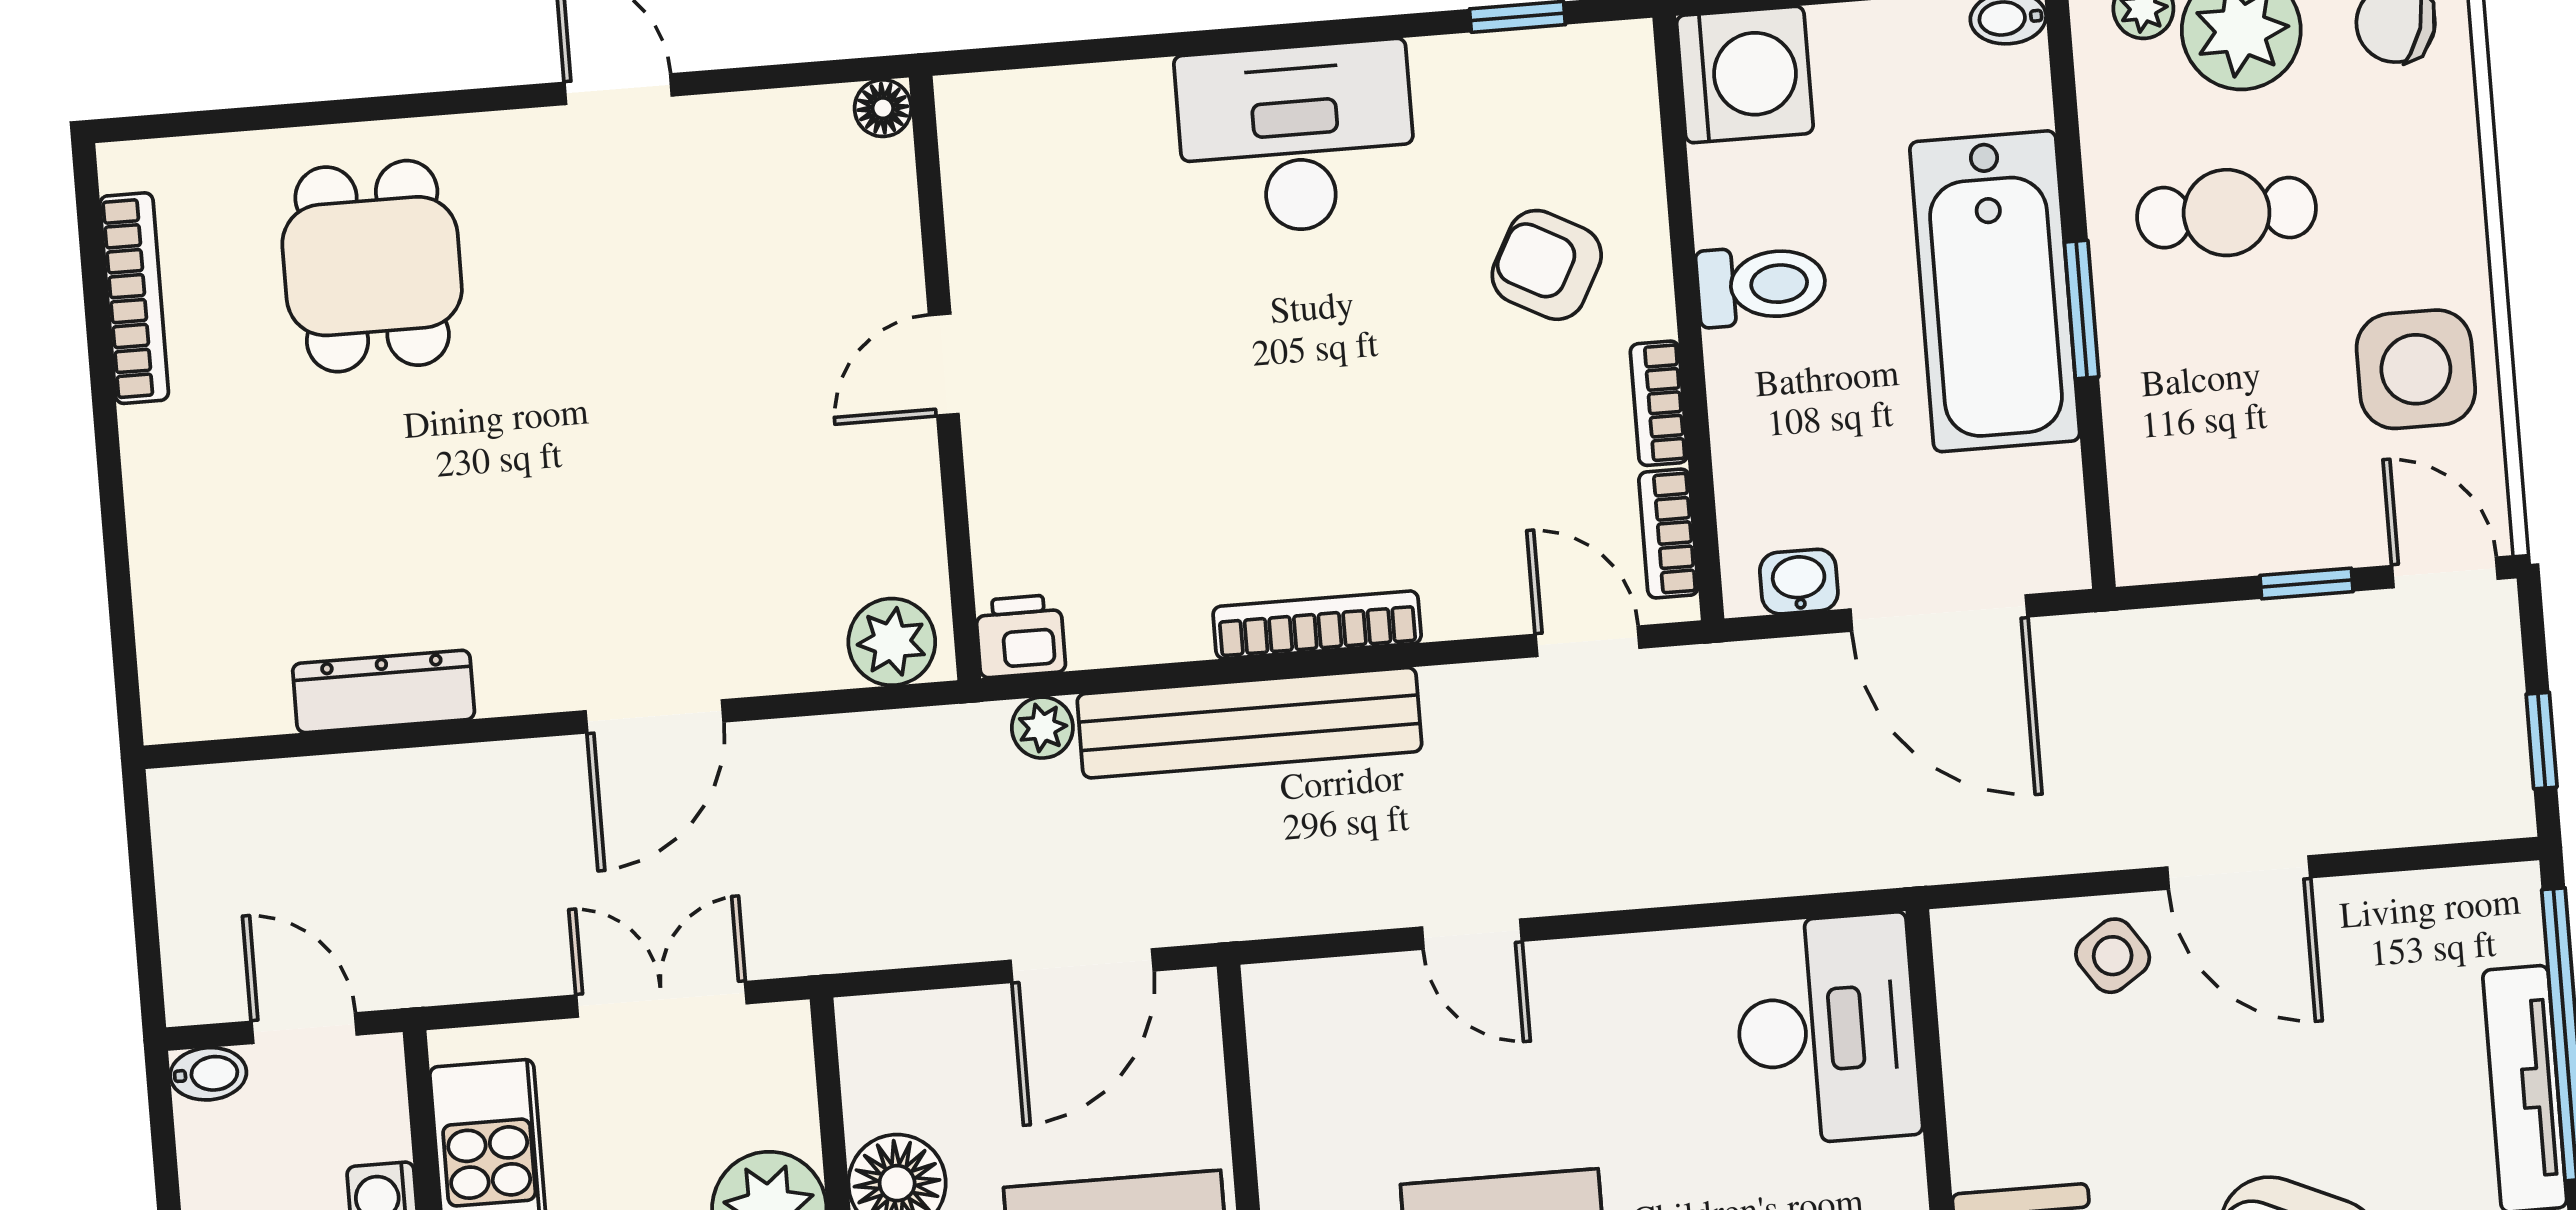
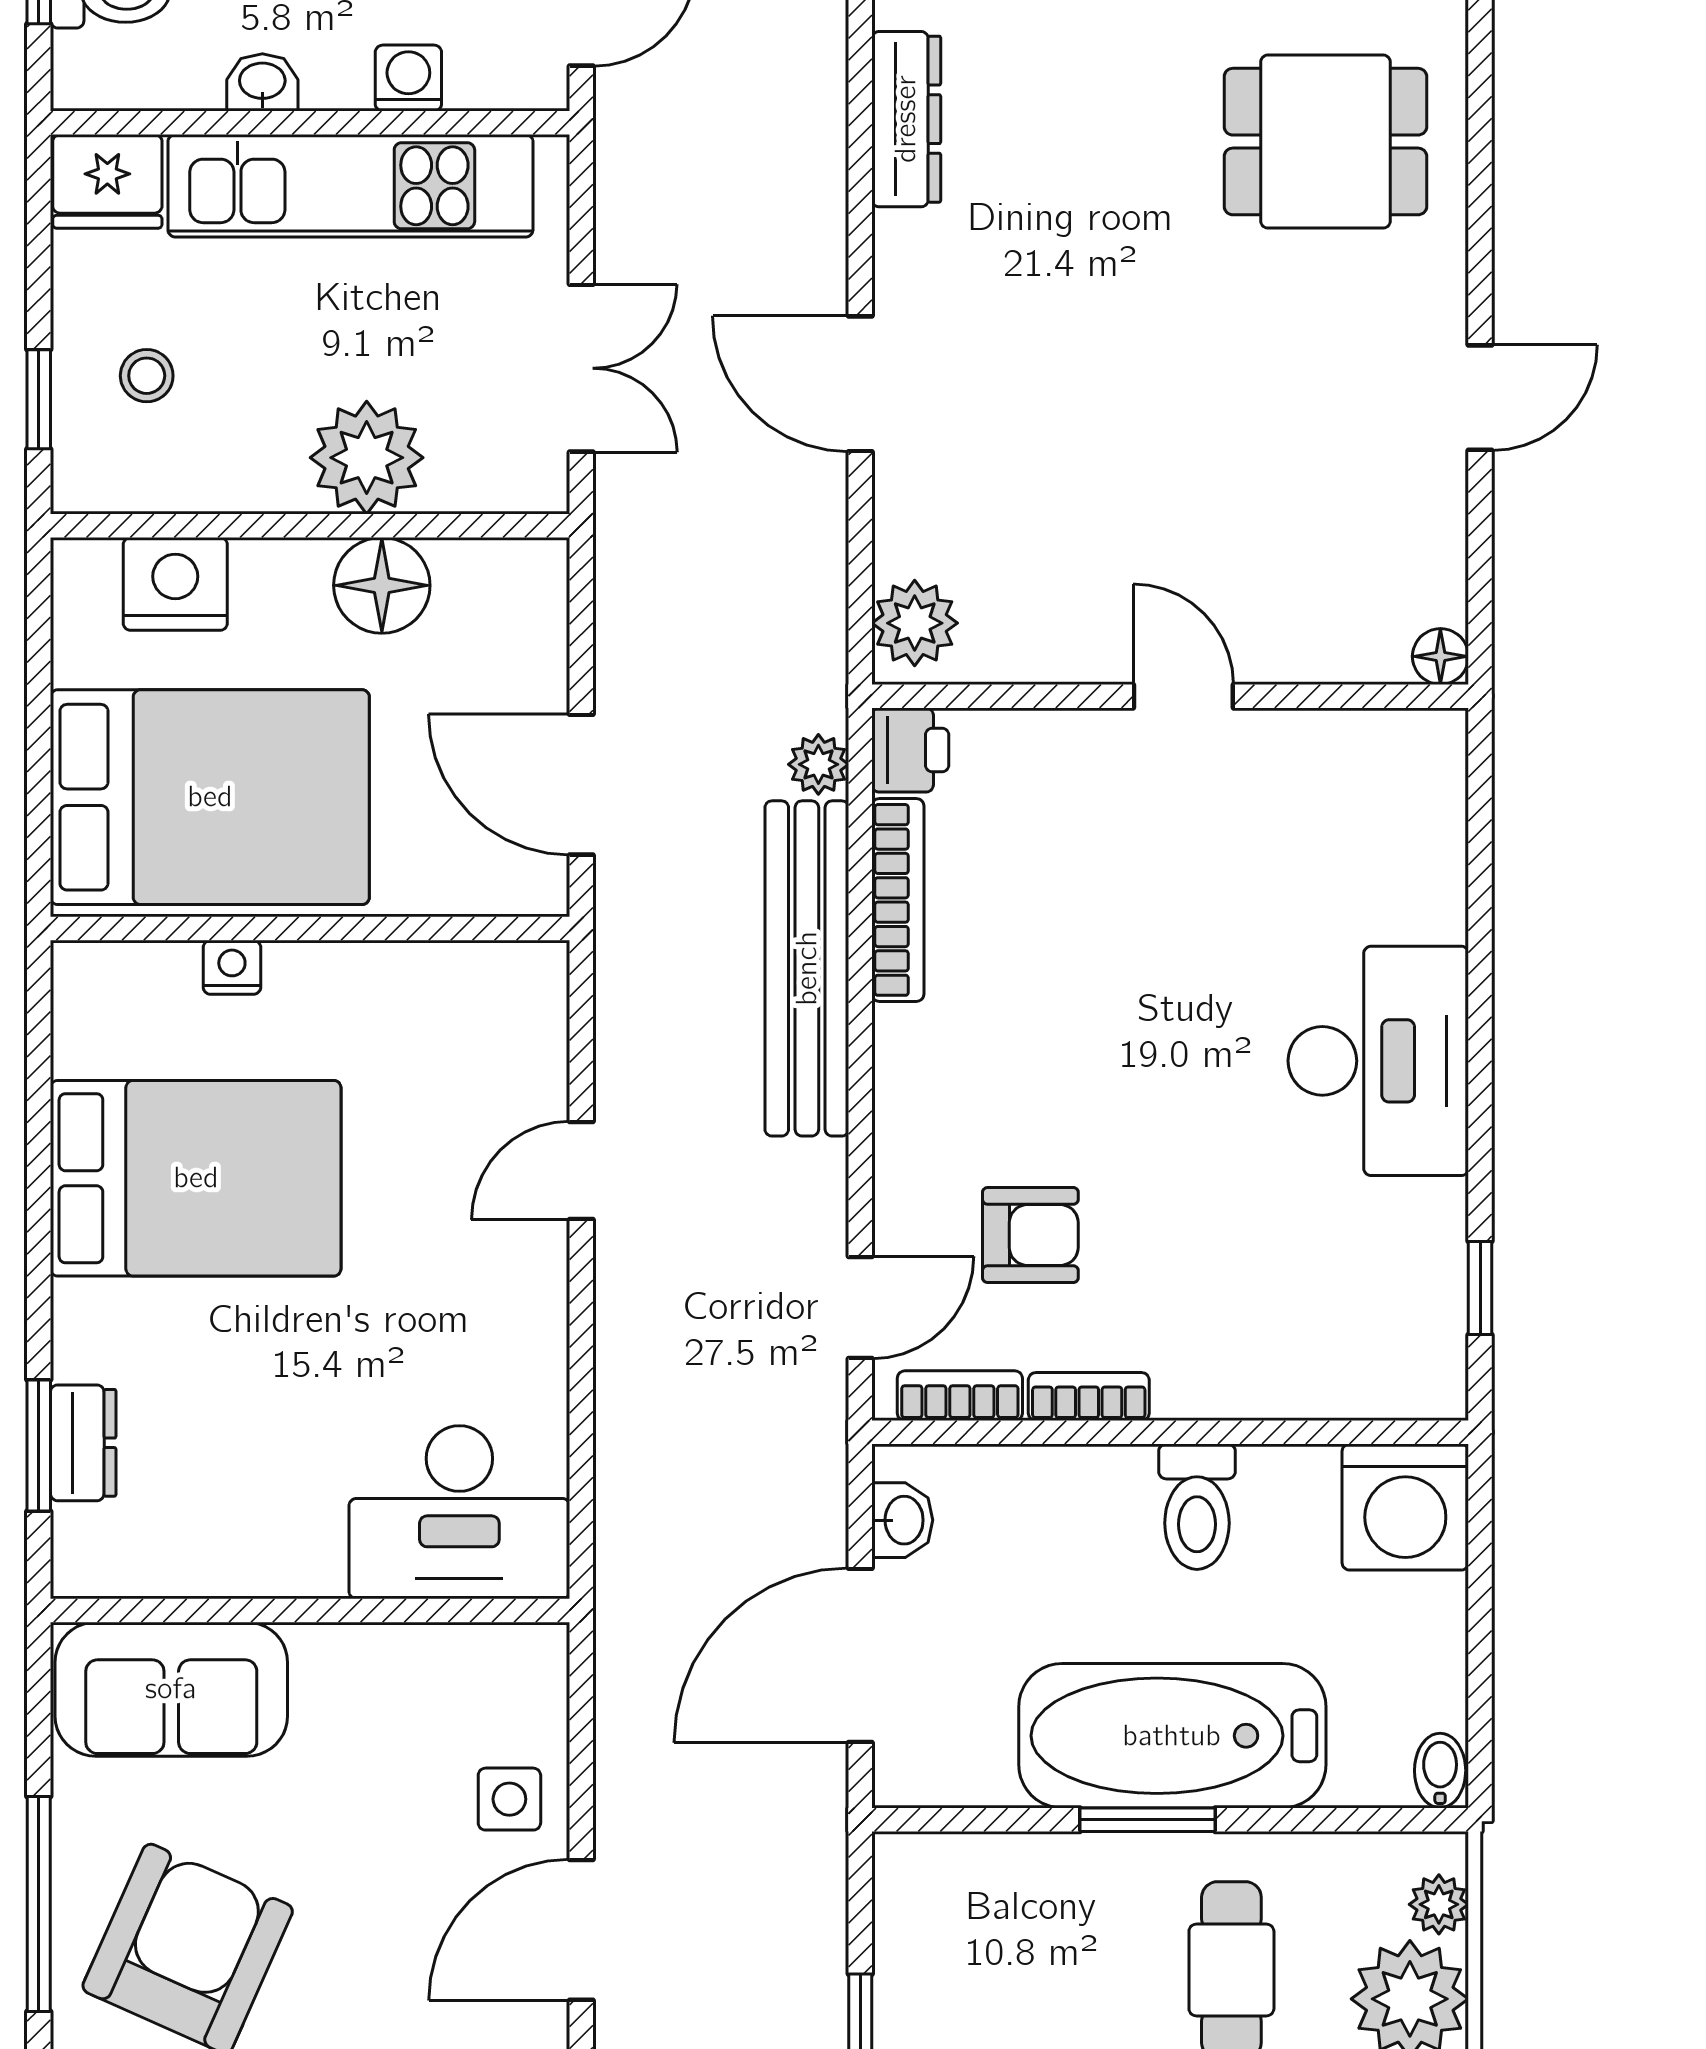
armchair: (1547, 265) -> (1030, 1235), moved, turned 62
bookcase: (1317, 625) -> (898, 900), moved
side table: (2113, 956) -> (509, 1799), turned 34

